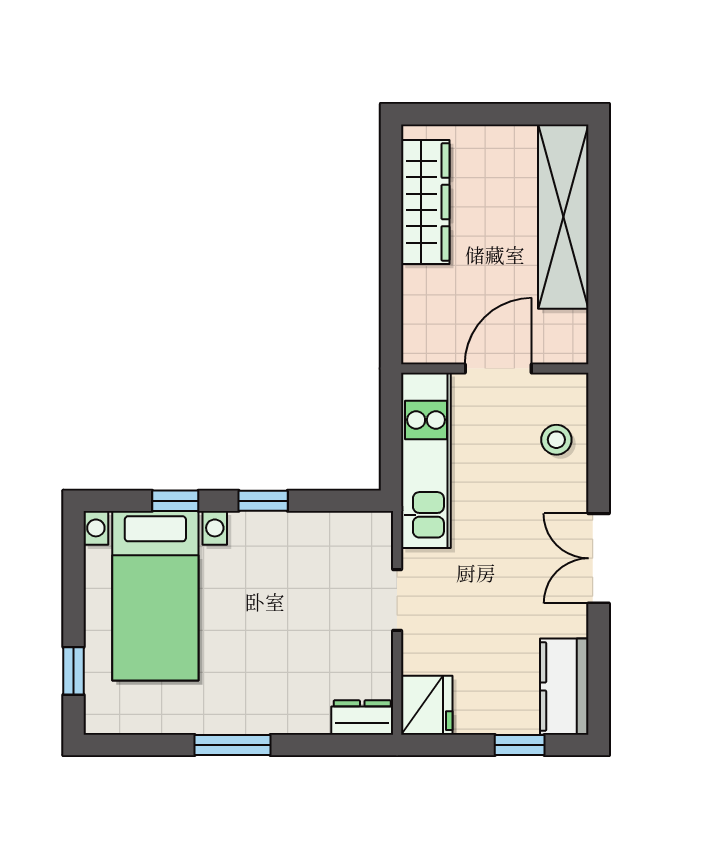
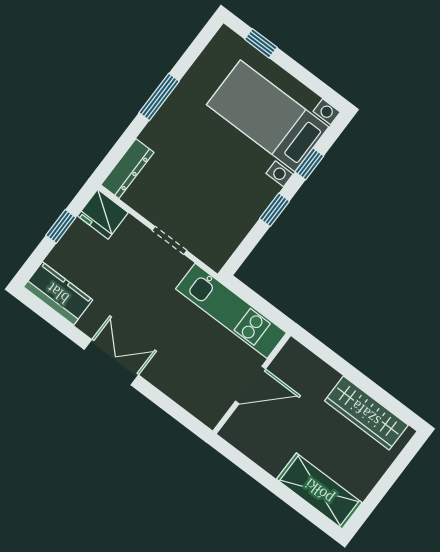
shelving: (563, 217) -> (319, 491), width x0.68
door: (498, 369) -> (250, 385), hinge flipped
stool: (556, 440) -> (190, 387), removed
dresser: (362, 718) -> (127, 169), width x1.44
window: (520, 745) -> (61, 226), moved

